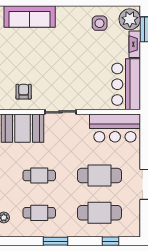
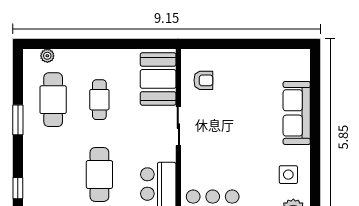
sofa: (30, 17) -> (297, 113), moved
cafe table: (39, 213) -> (53, 100), width x1.37, depth x1.35
cafe table: (99, 213) -> (53, 174), removed

